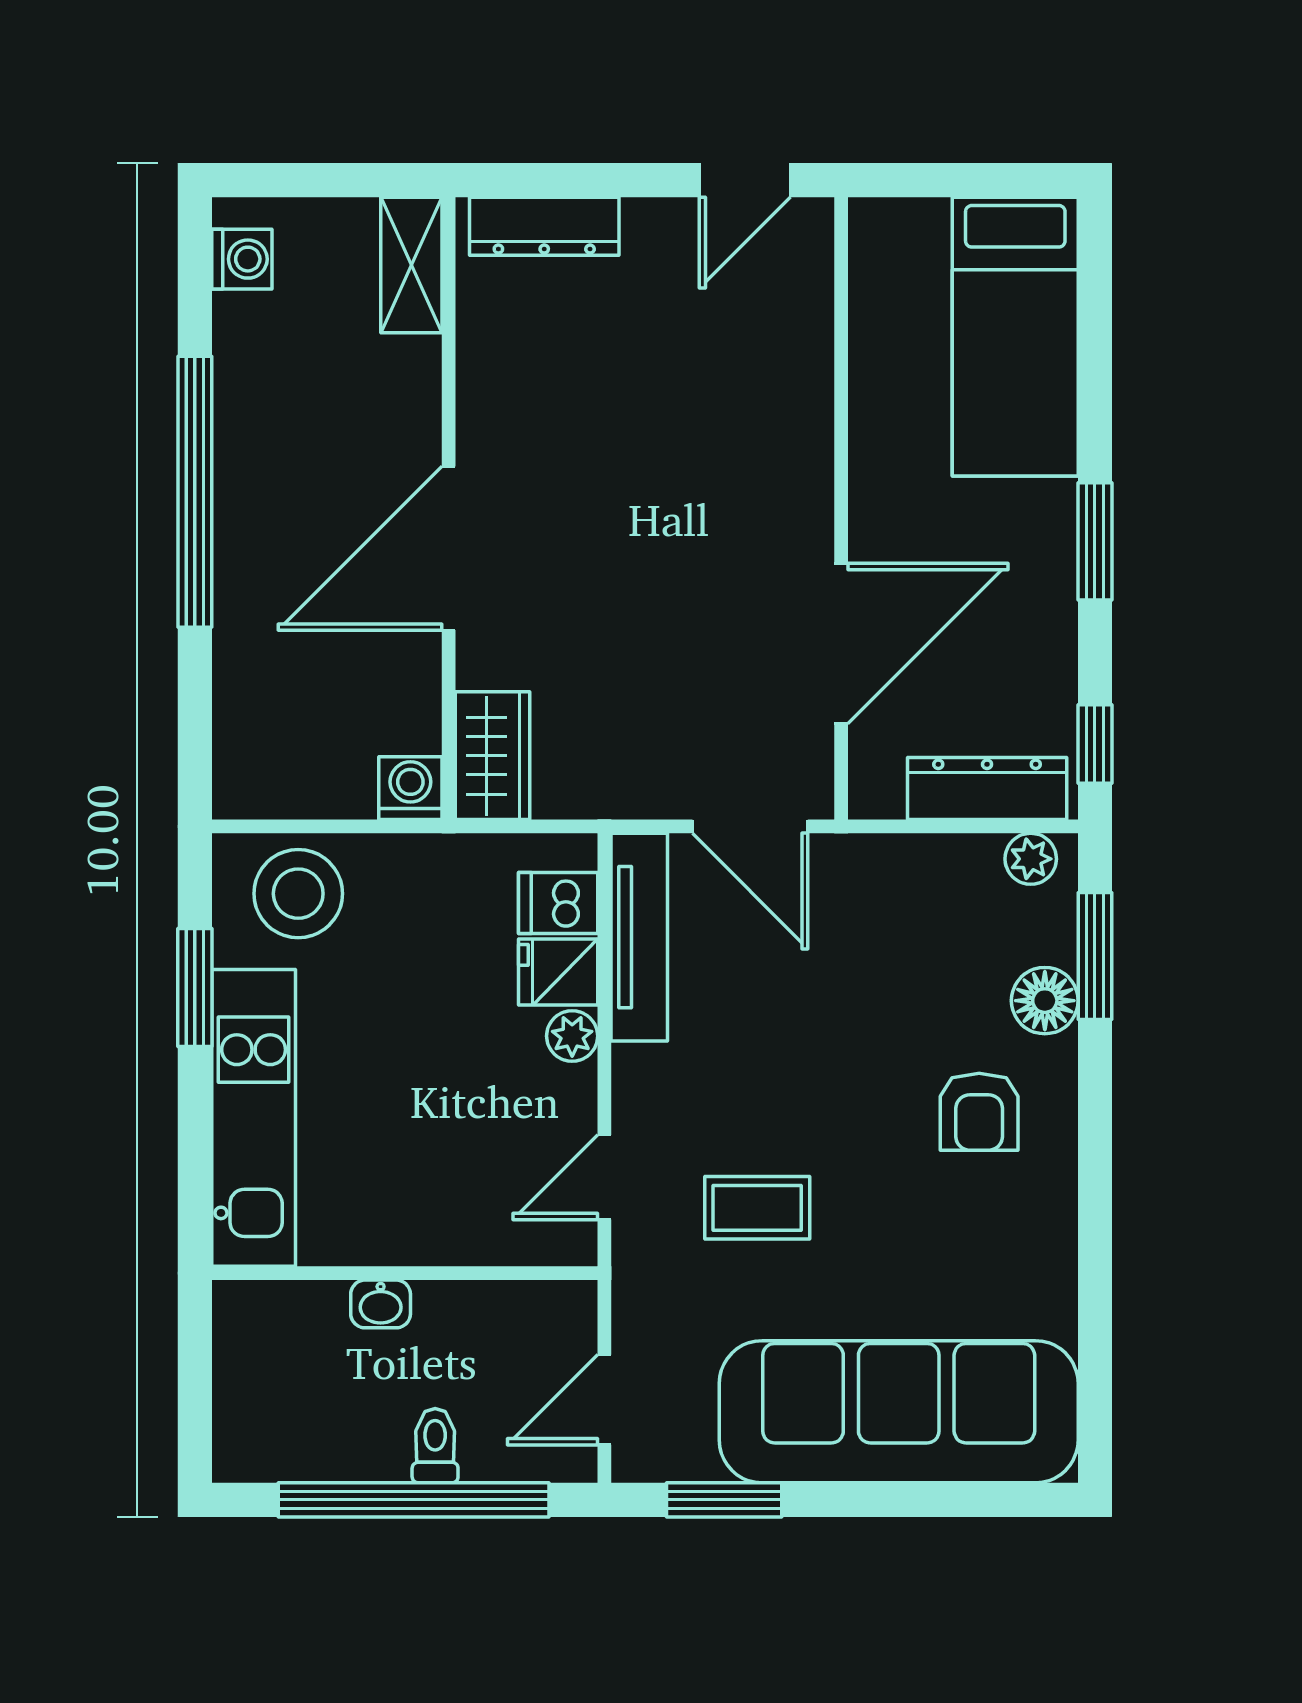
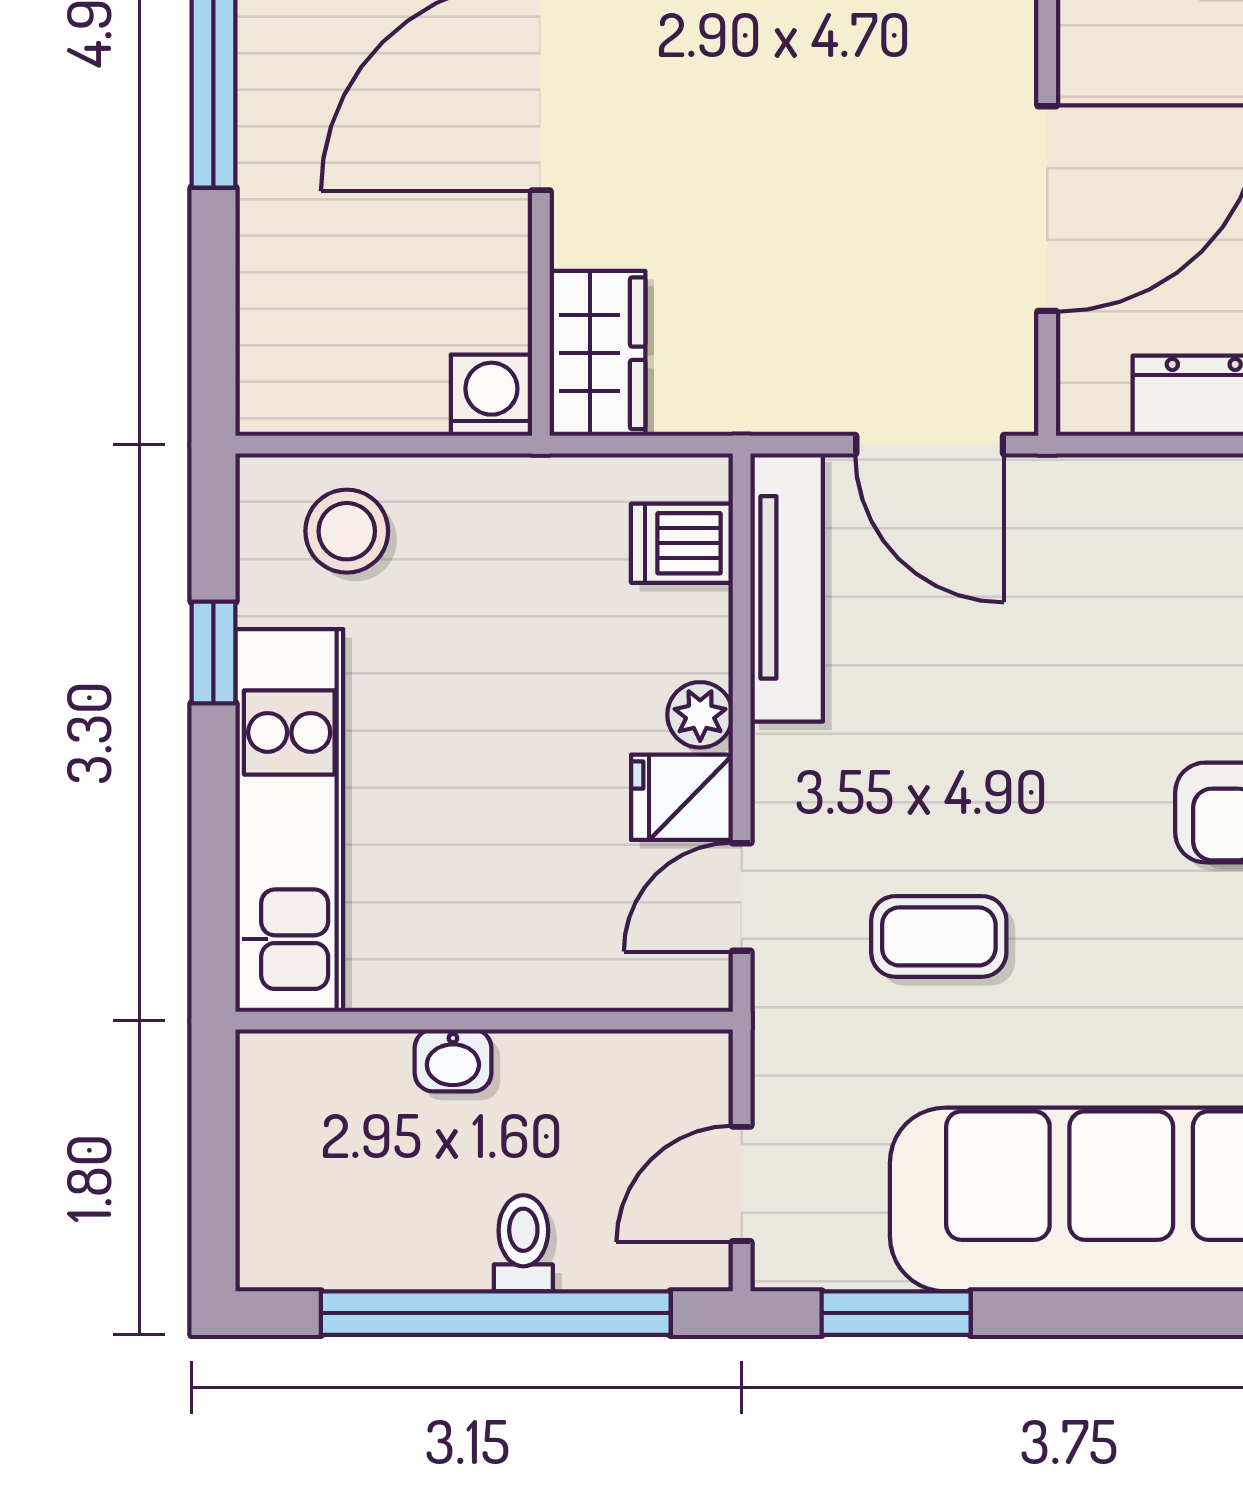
stool: (298, 894) -> (347, 531), width x0.73, depth x0.73
fridge: (558, 972) -> (682, 797), moved
window: (195, 988) -> (213, 652), width x0.67

